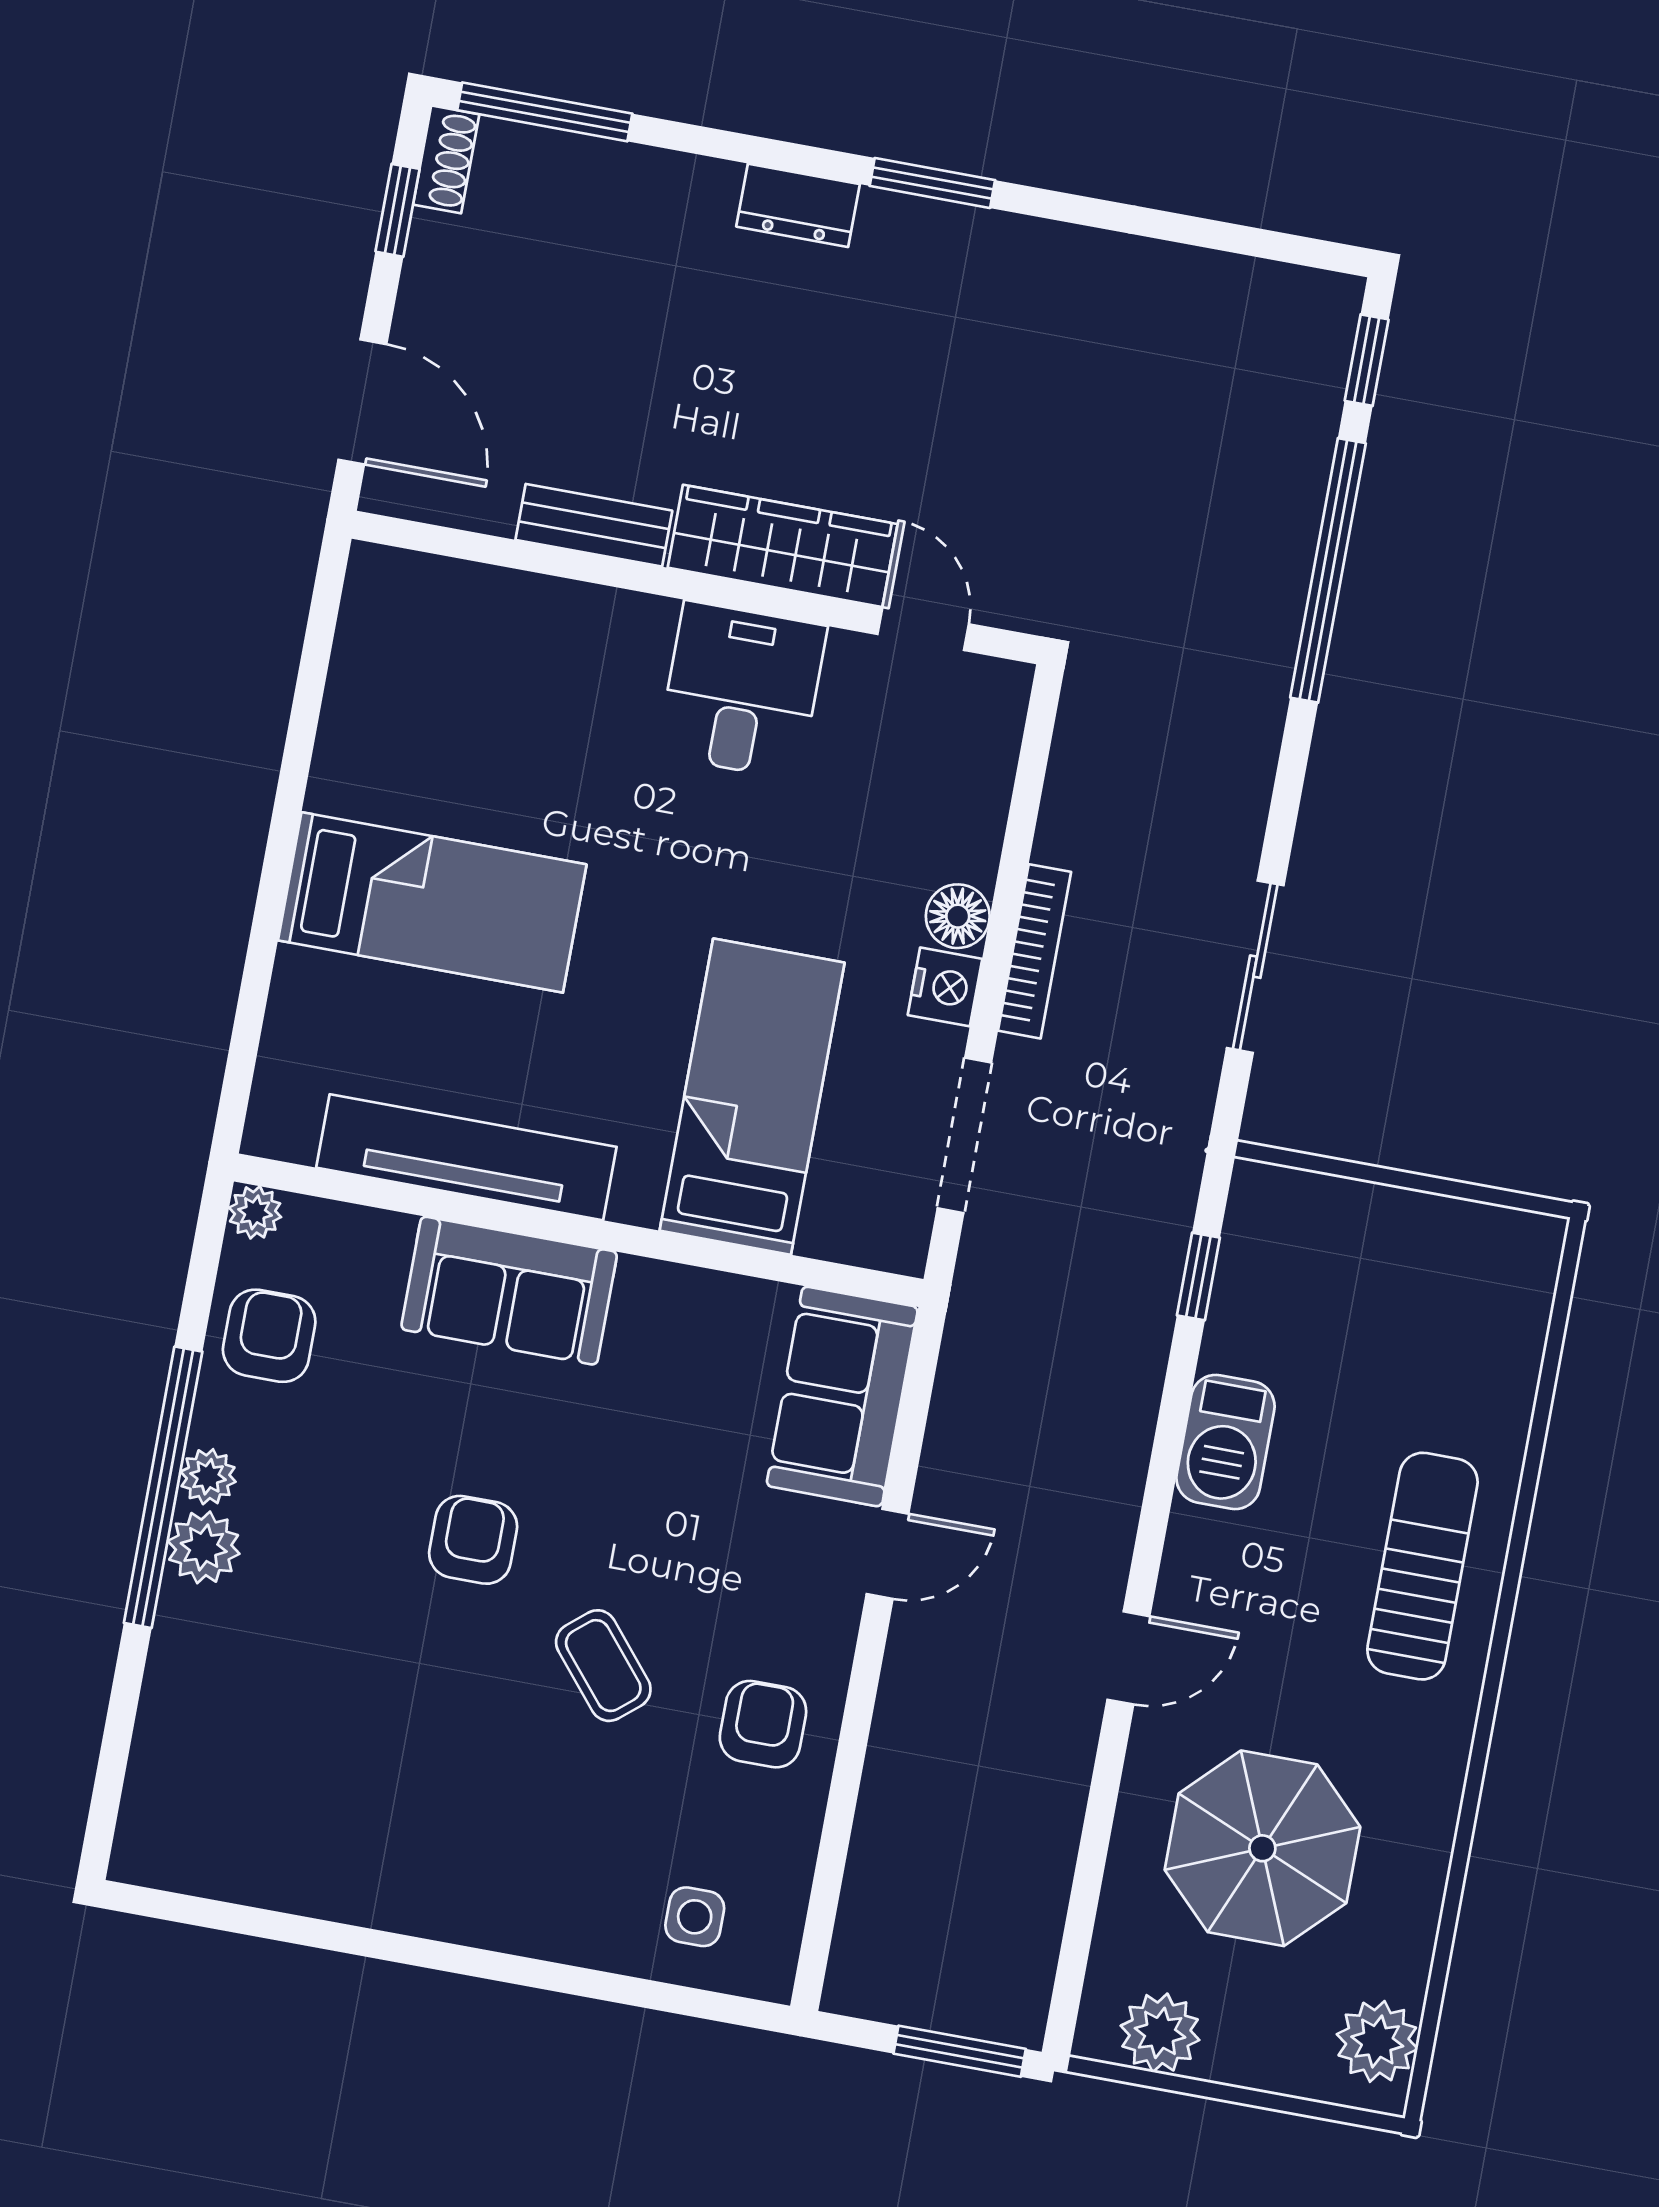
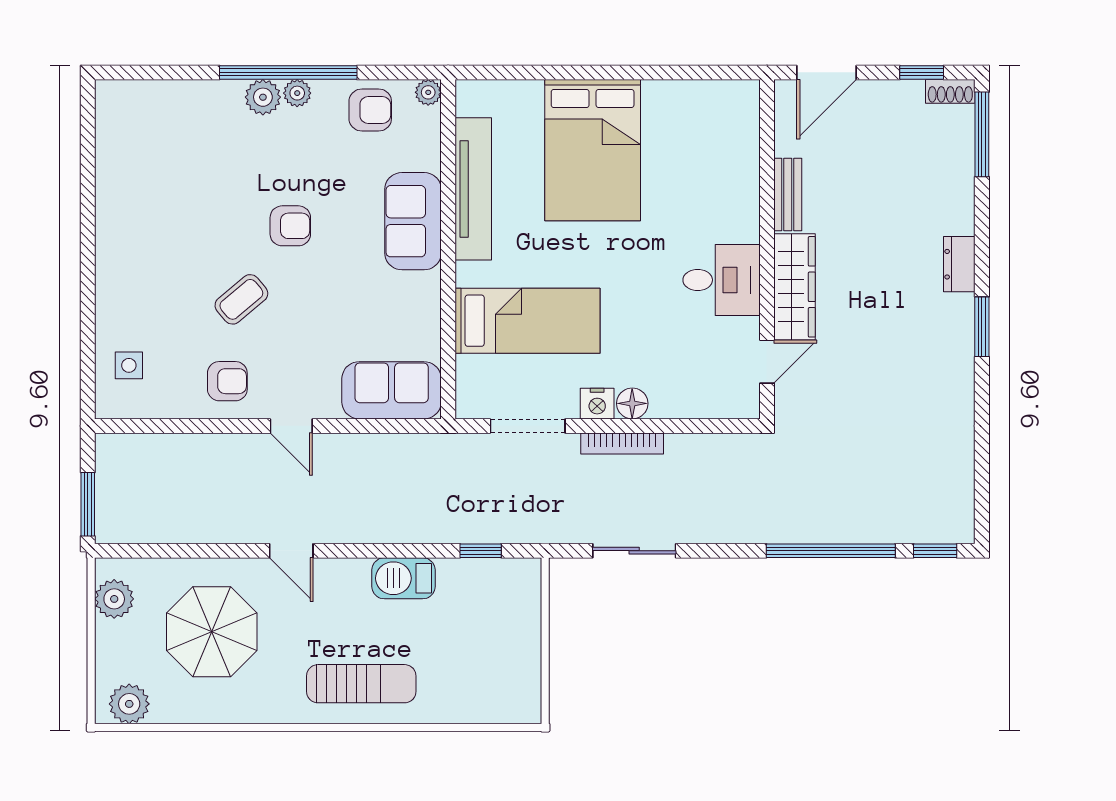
bed: (432, 902) -> (593, 150), width x1.50
door: (888, 1554) -> (291, 426), moved

